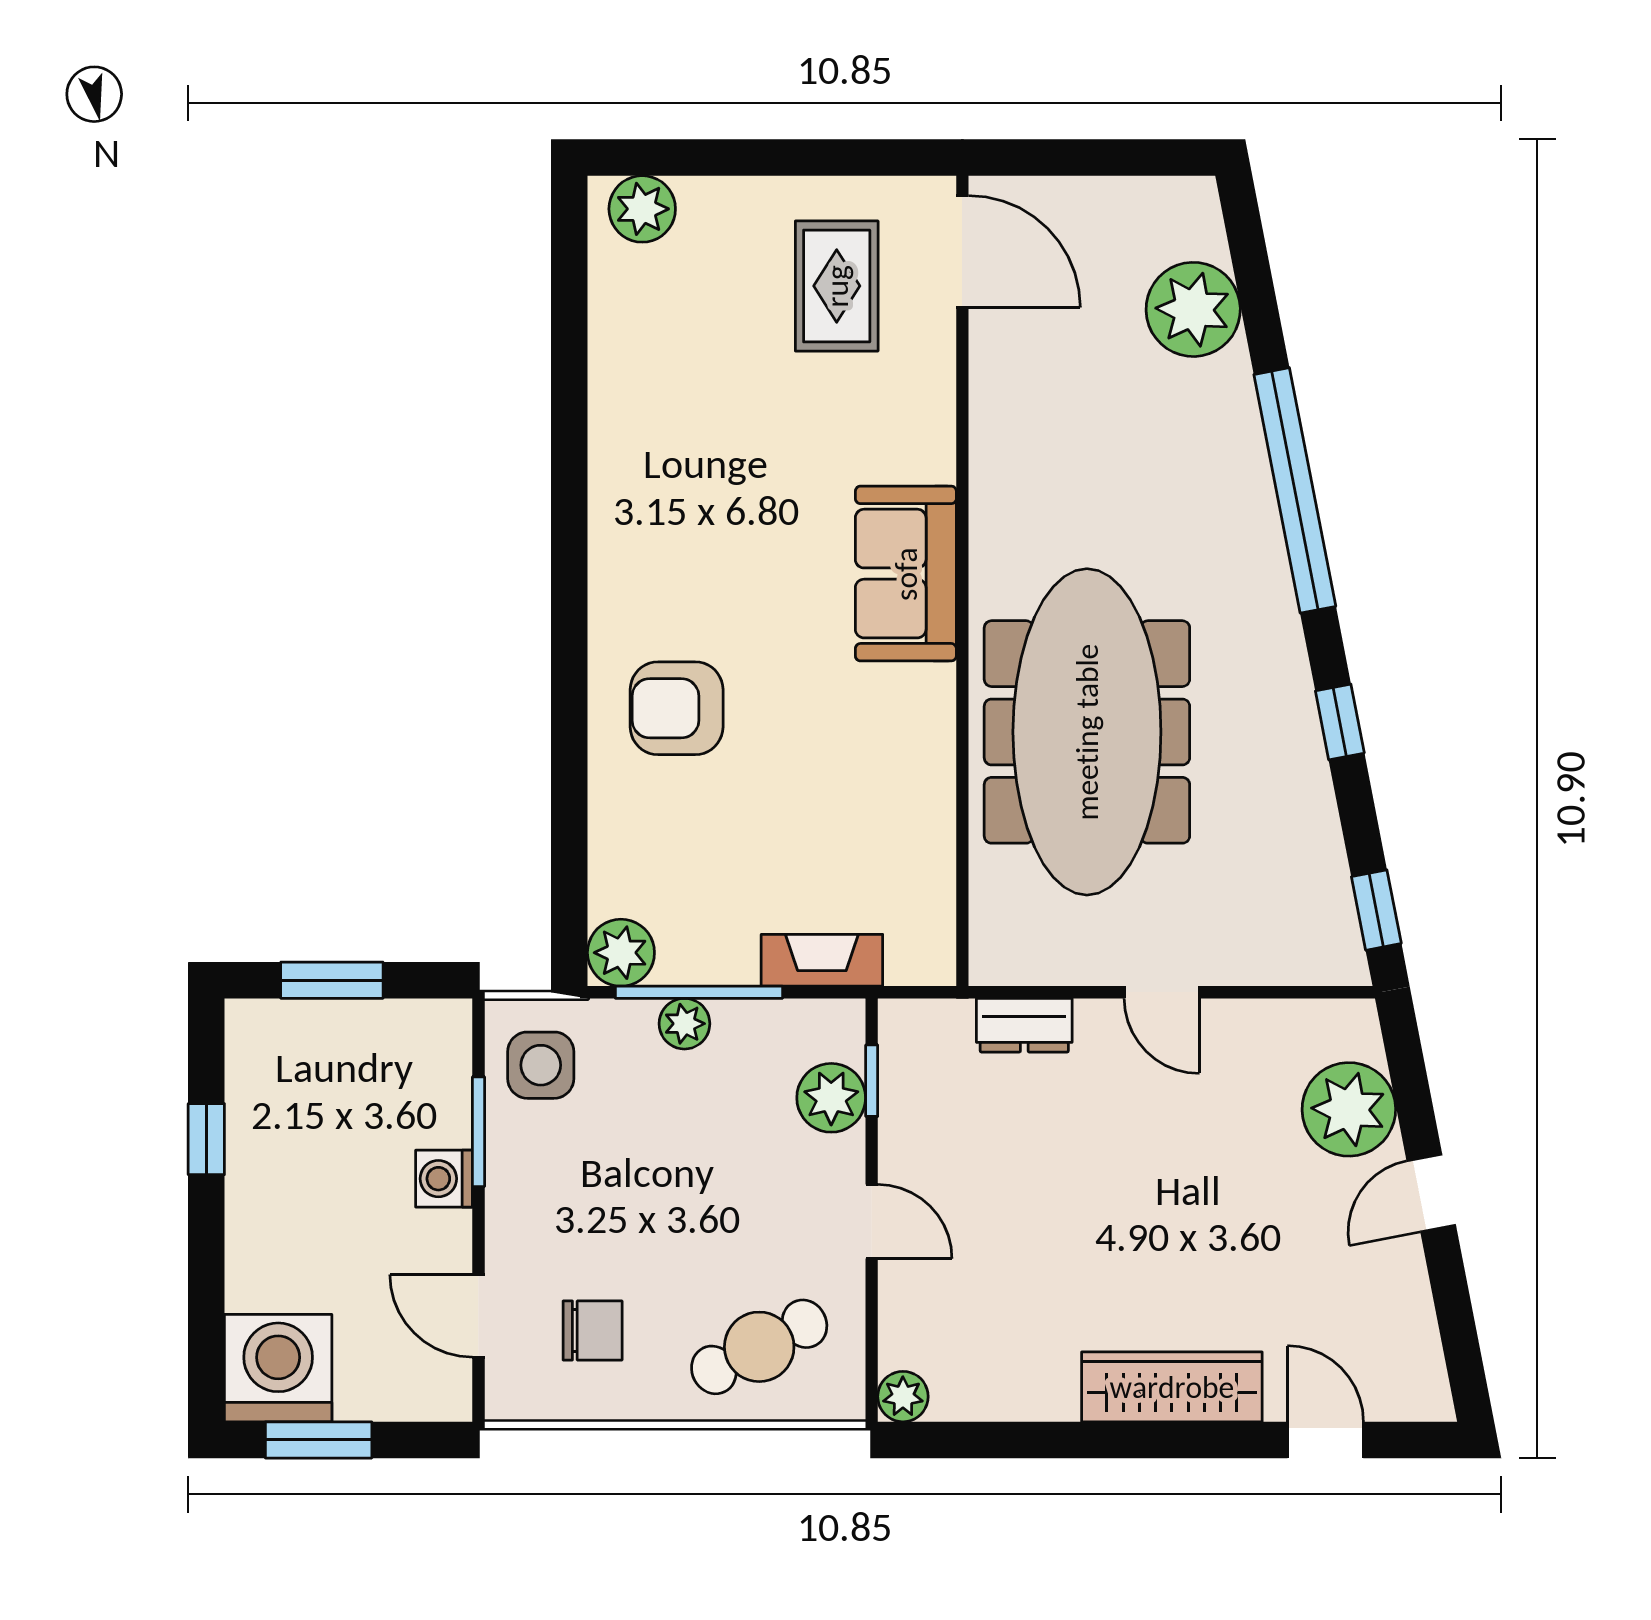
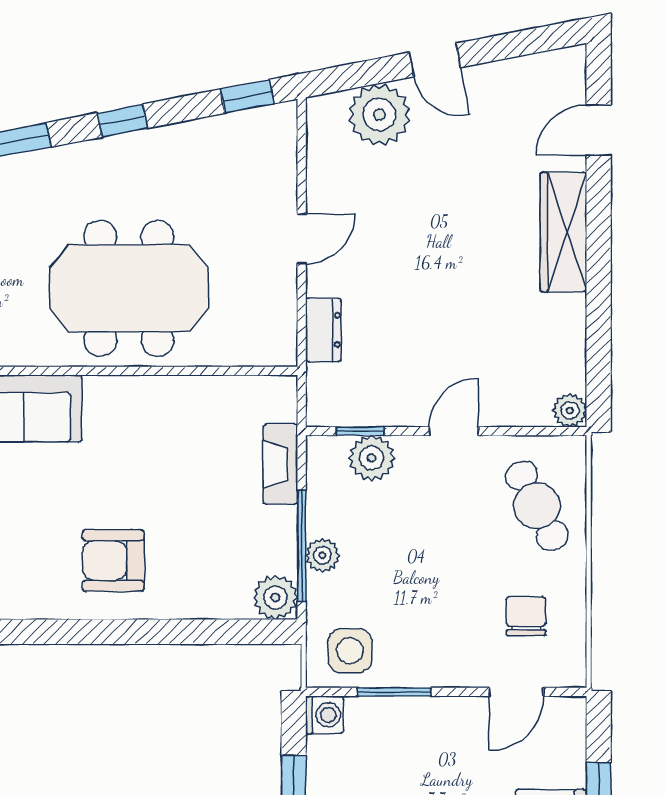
armchair: (677, 708) -> (113, 561), turned 90
meeting table: (1087, 732) -> (129, 288), width x0.73
washing machine: (444, 1179) -> (325, 715), moved, turned -90

